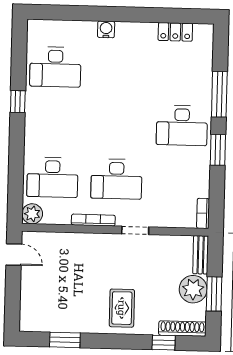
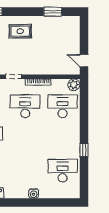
rug: (122, 308) -> (20, 31), turned 90

